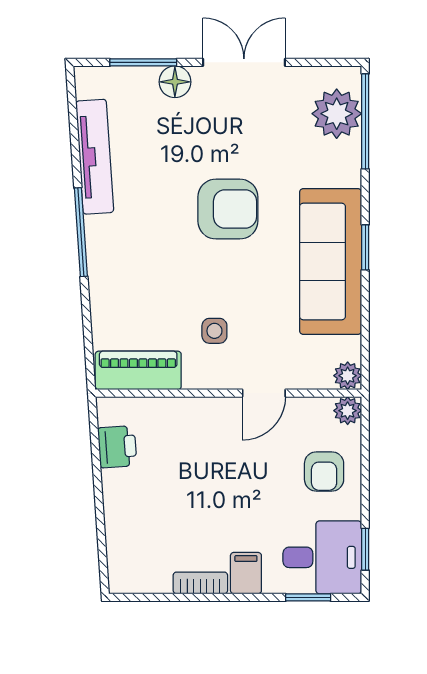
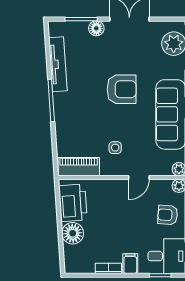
printer: (117, 447) -> (73, 203), width x1.87, depth x1.48
armchair: (324, 471) -> (168, 215), turned 94
floor lamp: (126, 510) -> (73, 233), added

